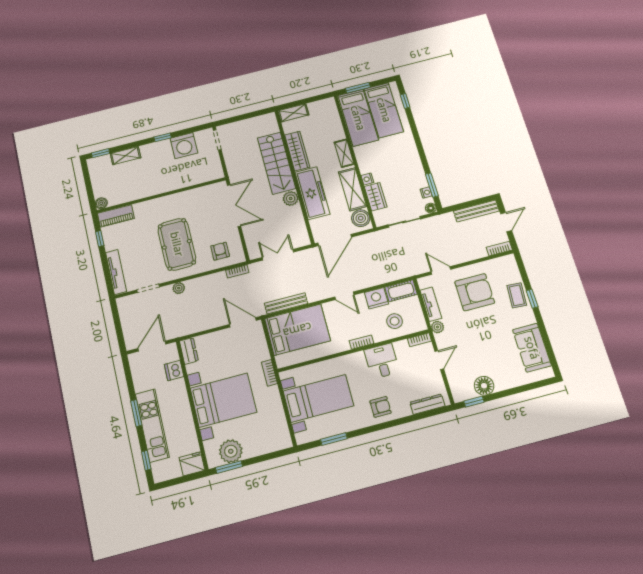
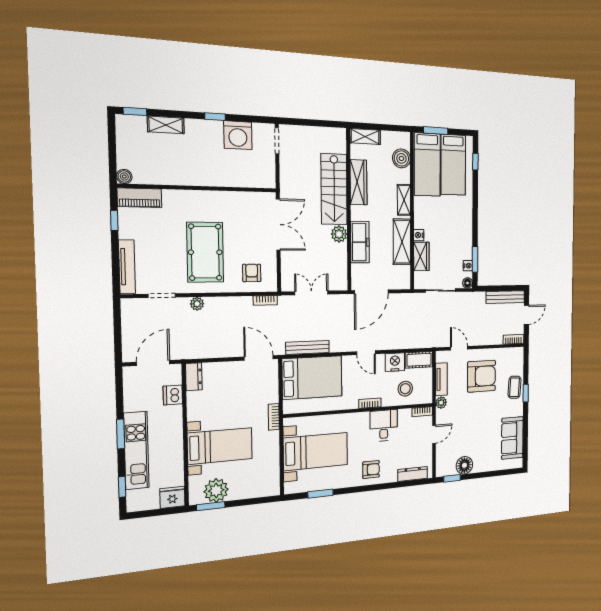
freezer: (312, 193) -> (360, 242), width x0.73, depth x0.79
boiler: (361, 218) -> (401, 158), moved
bed with nightstands: (223, 400) -> (220, 446), width x0.73

